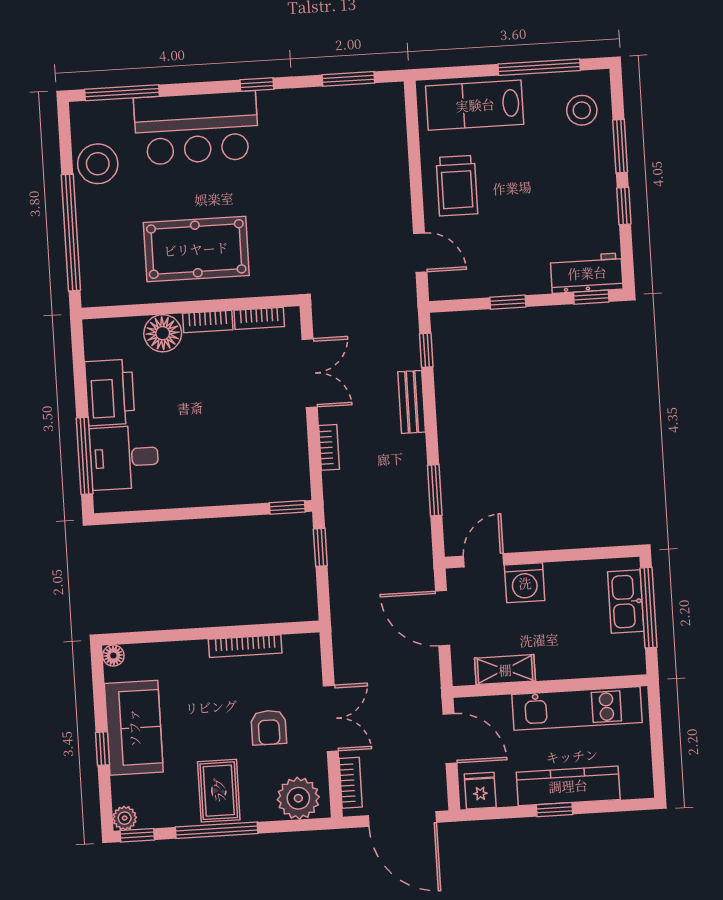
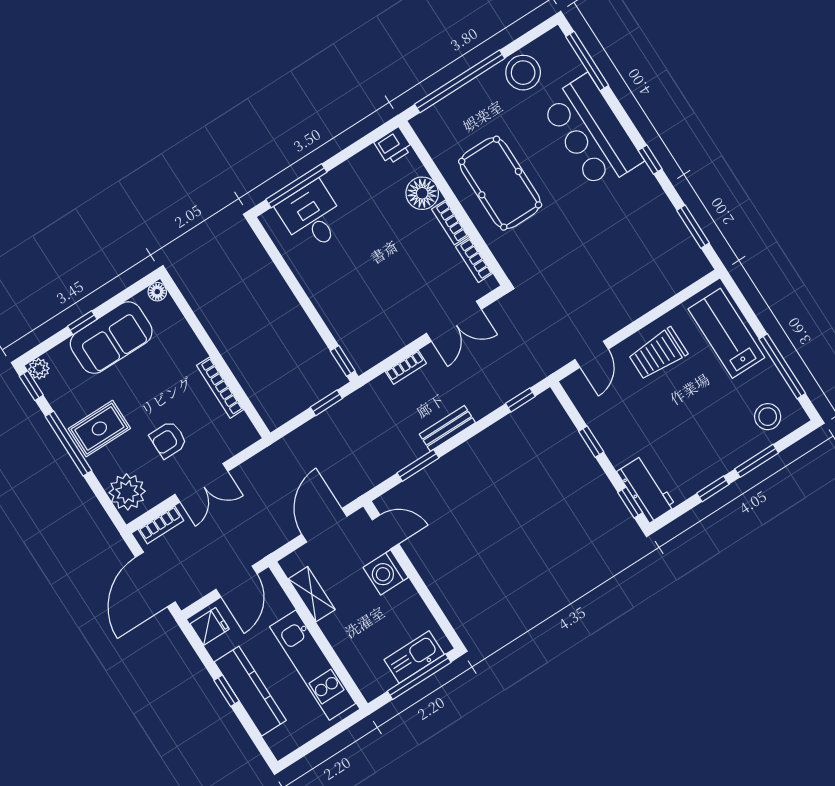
printer: (110, 393) -> (393, 146), moved, width x0.53, depth x0.68
bench: (412, 402) -> (447, 428), moved

